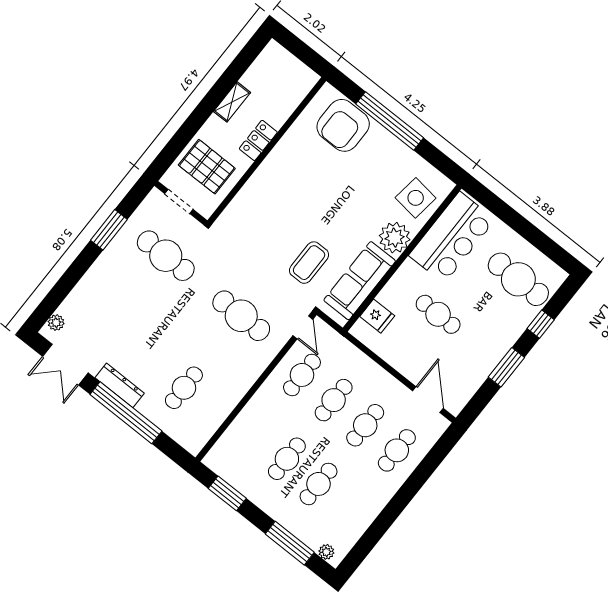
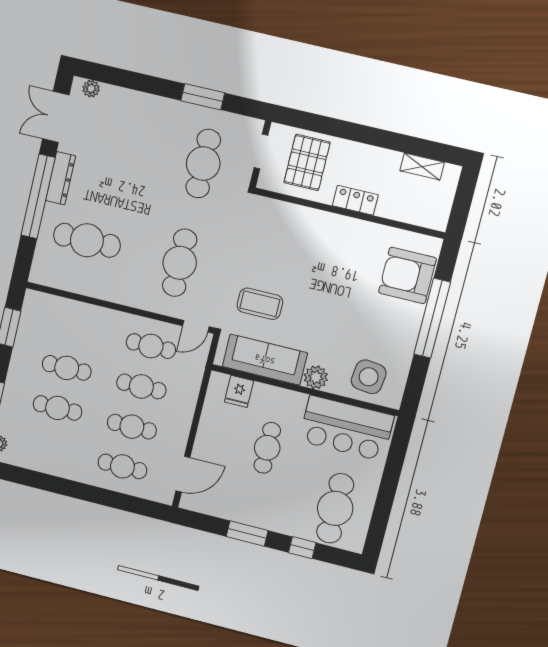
shelving: (232, 102) -> (422, 167), moved
plant: (395, 238) -> (316, 377), width x0.73, depth x0.73
cafe table: (184, 388) -> (87, 240), width x1.37, depth x1.35

